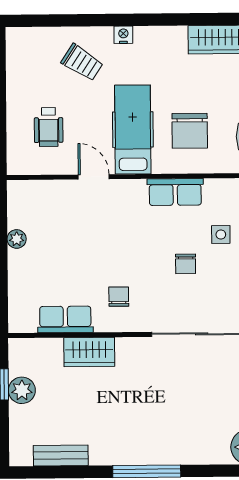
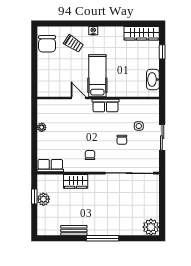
wheelchair: (49, 127) -> (57, 74), removed
chair: (190, 131) -> (47, 44), moved
row of seats: (175, 192) -> (106, 106), moved
row of seats: (65, 319) -> (50, 166), moved
bench: (61, 455) -> (74, 230), moved

